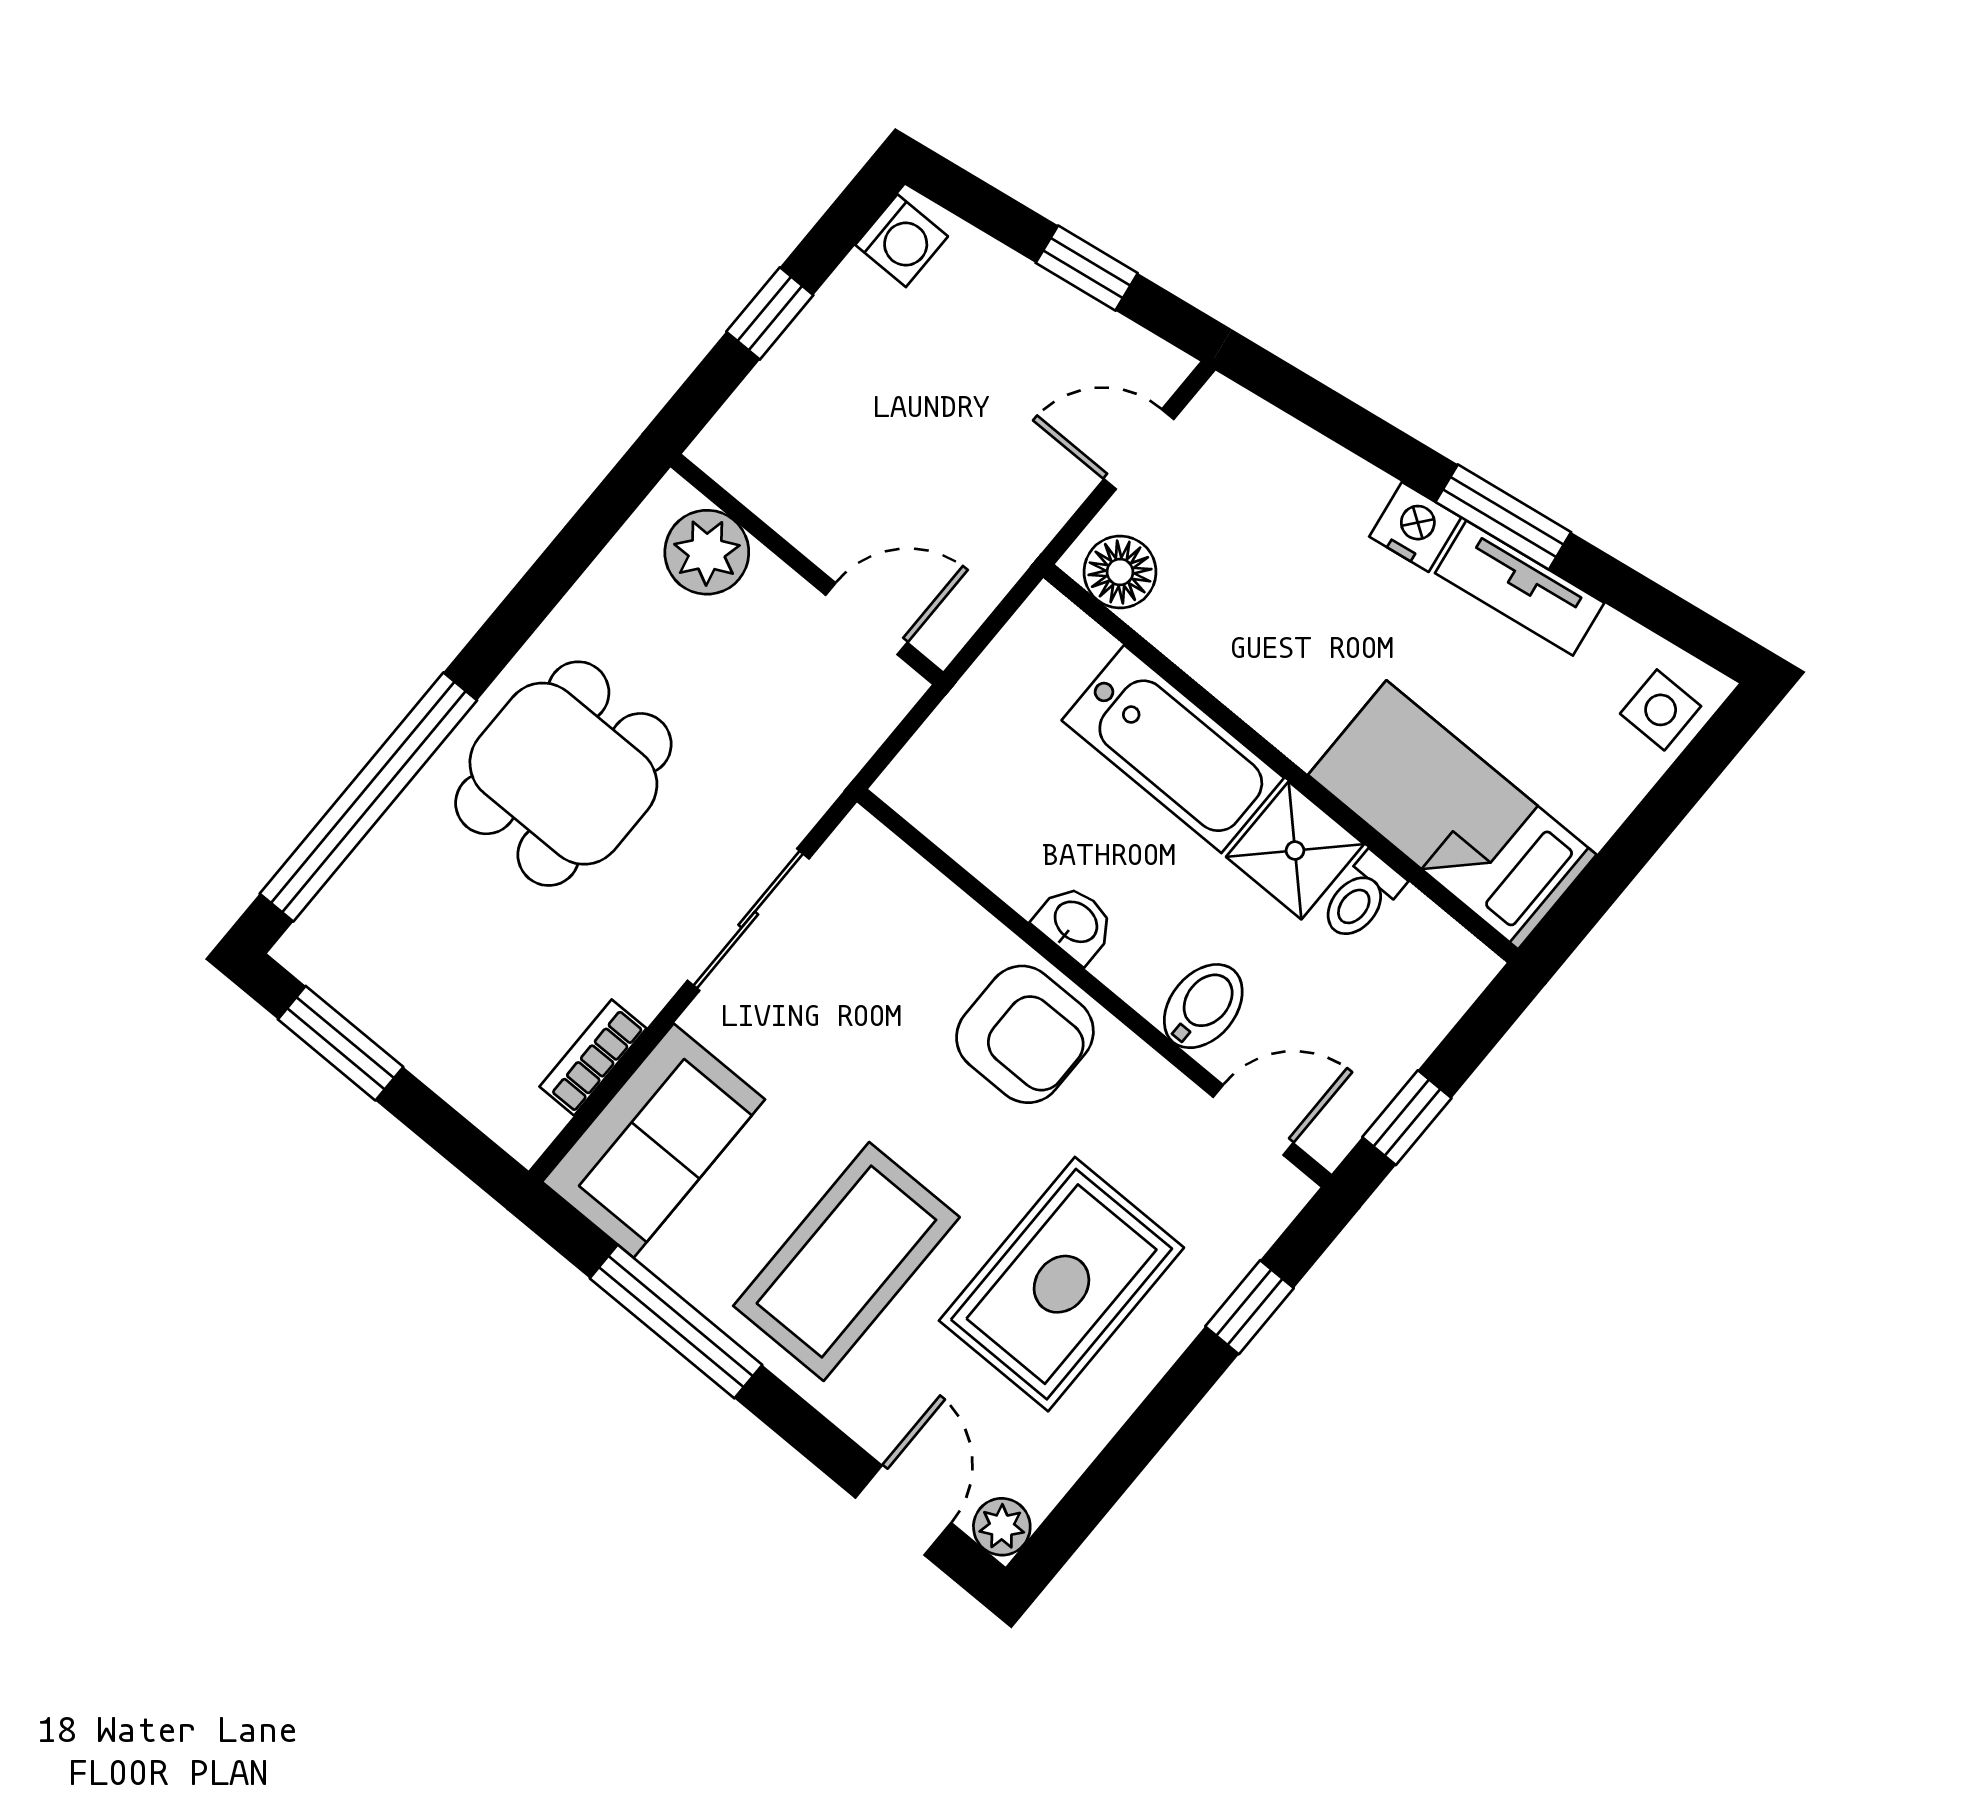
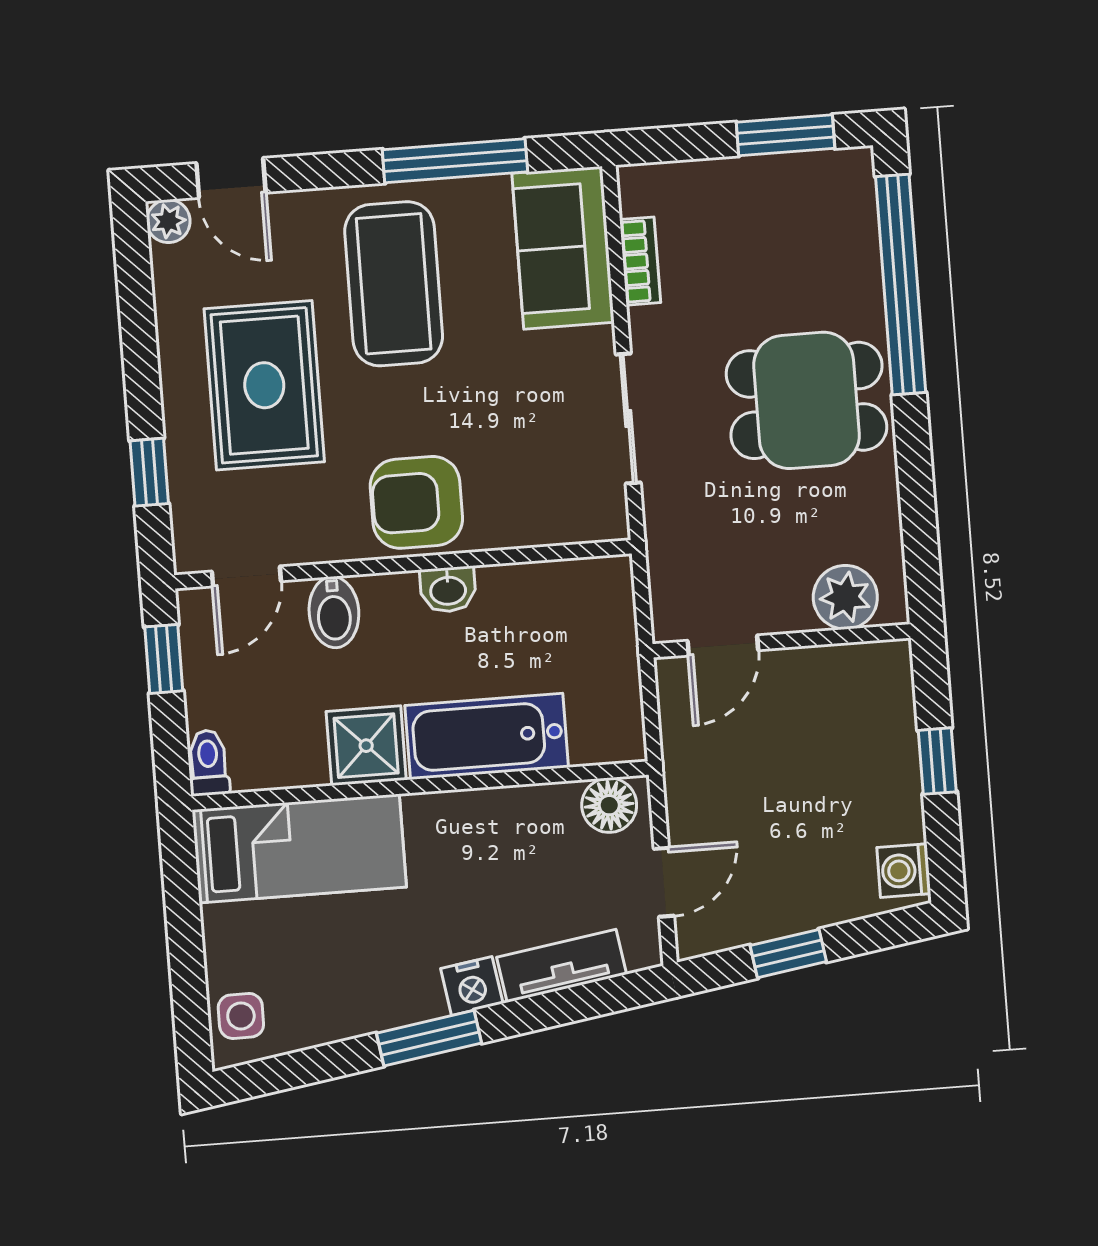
tv unit: (1520, 588) -> (562, 966), moved
dining table: (563, 774) -> (806, 400), turned 90
toilet: (1361, 897) -> (208, 763), moved

